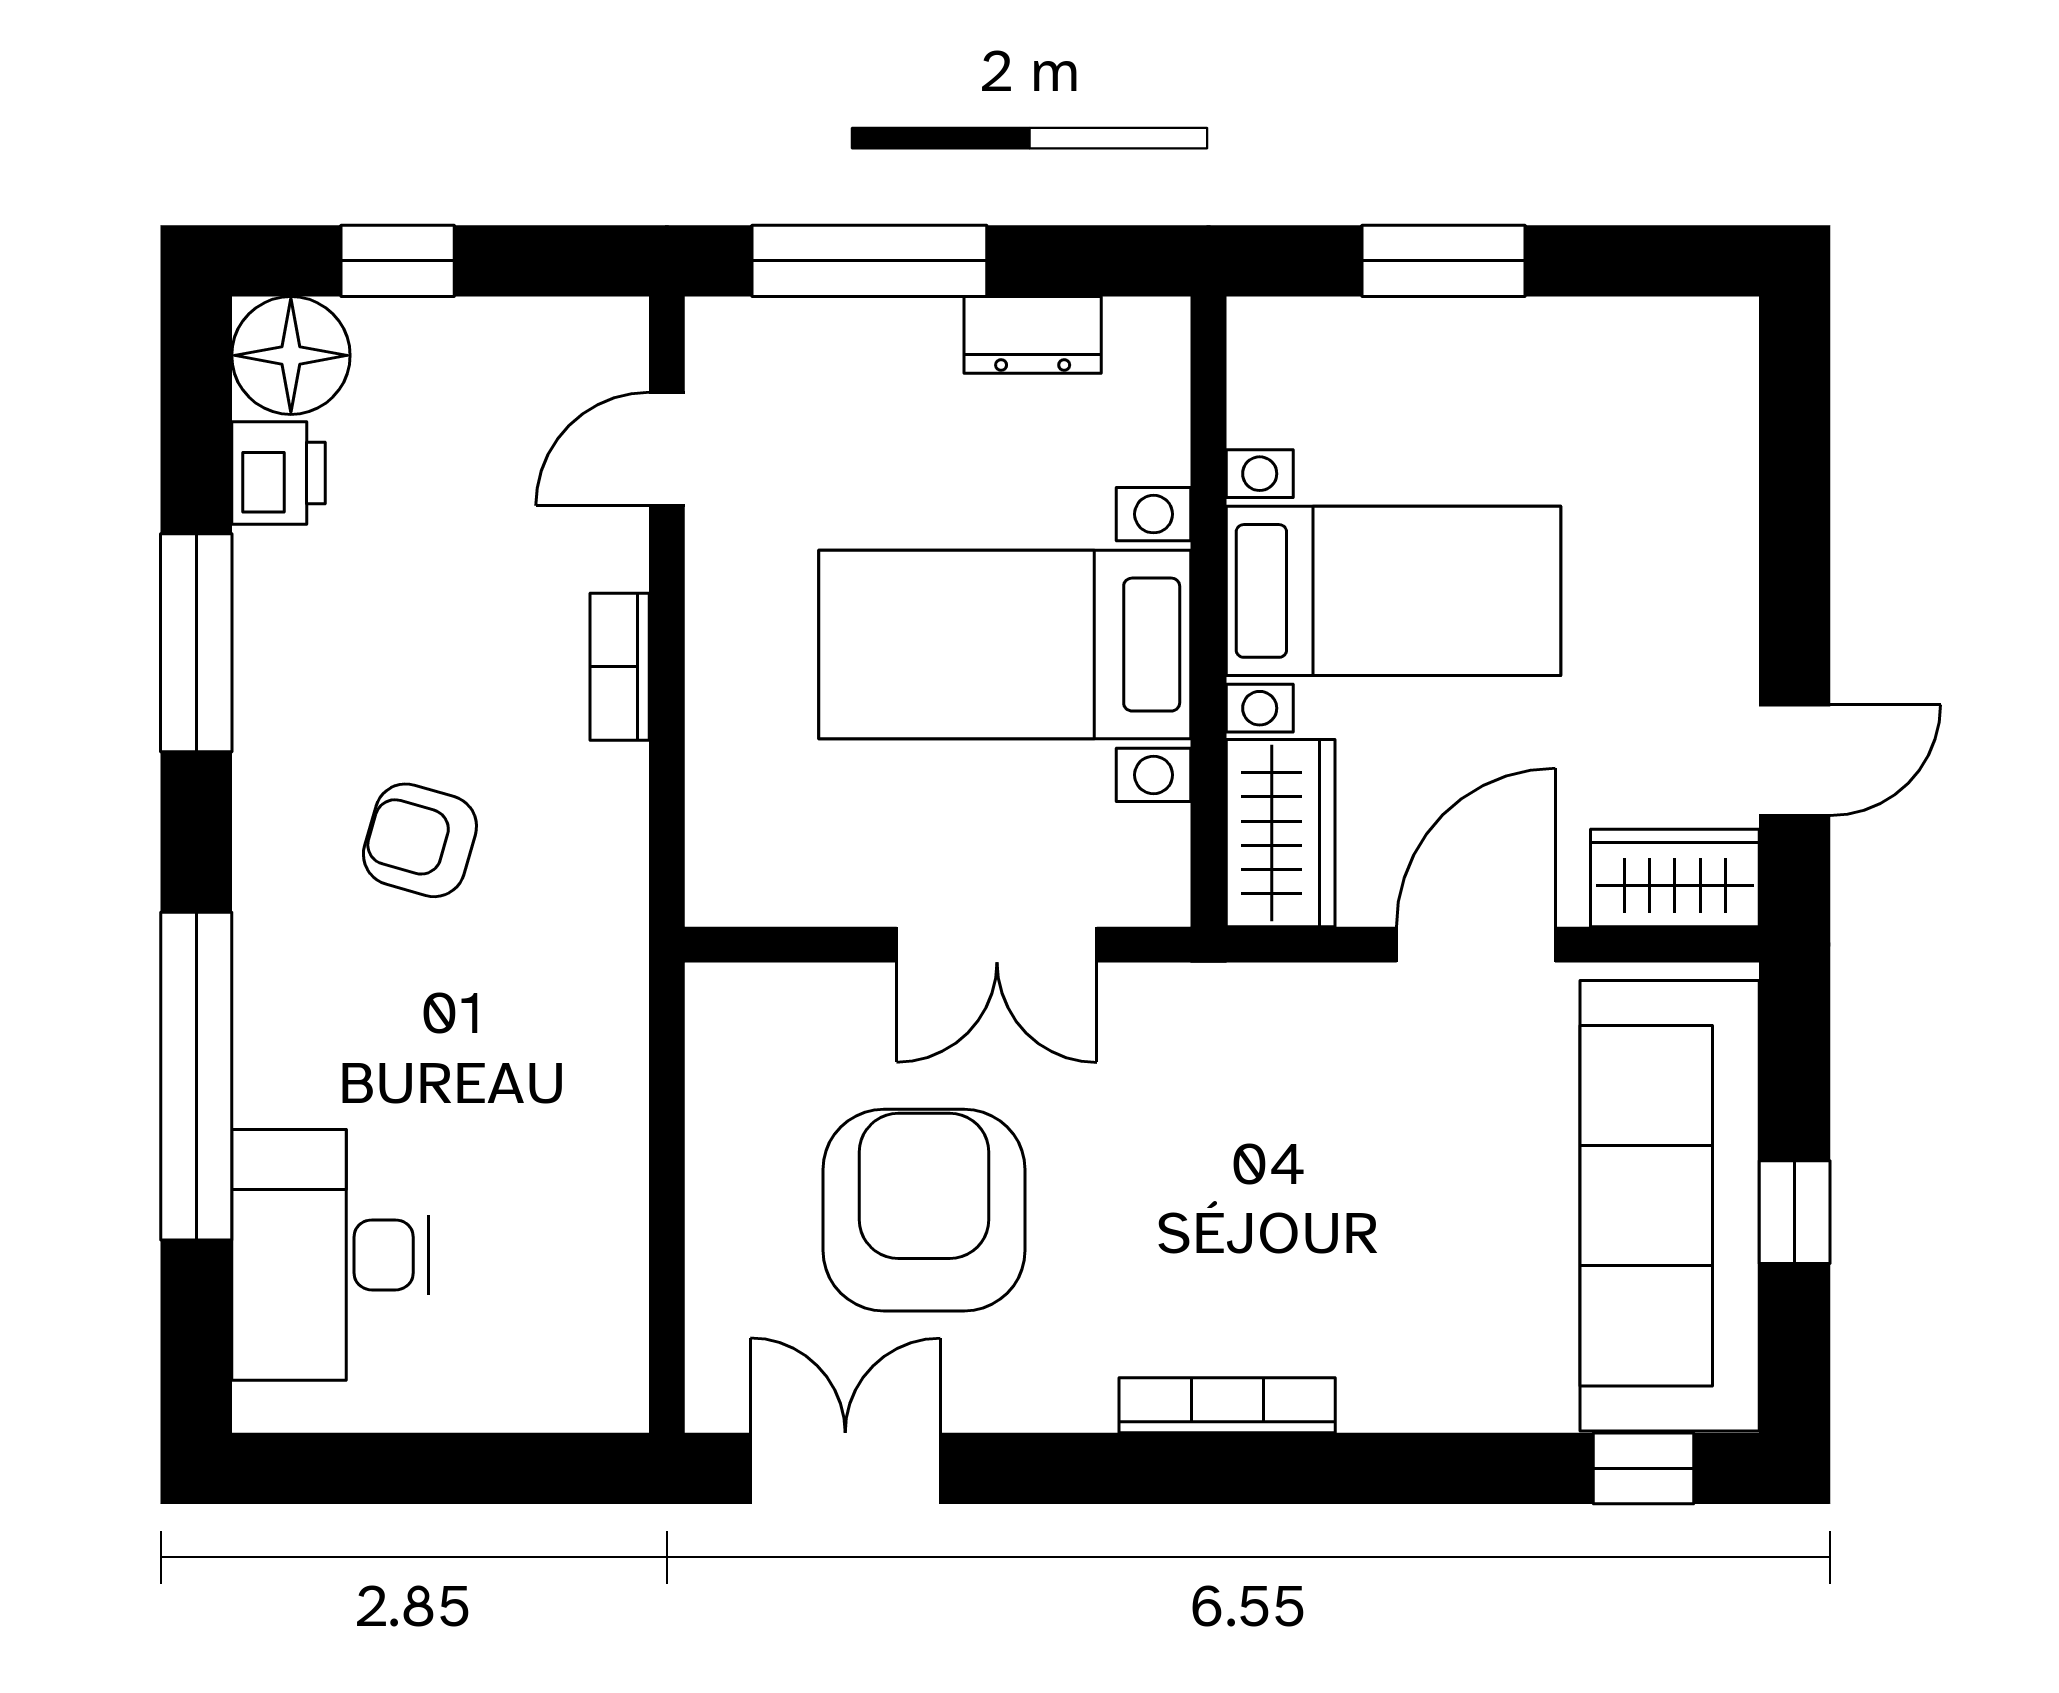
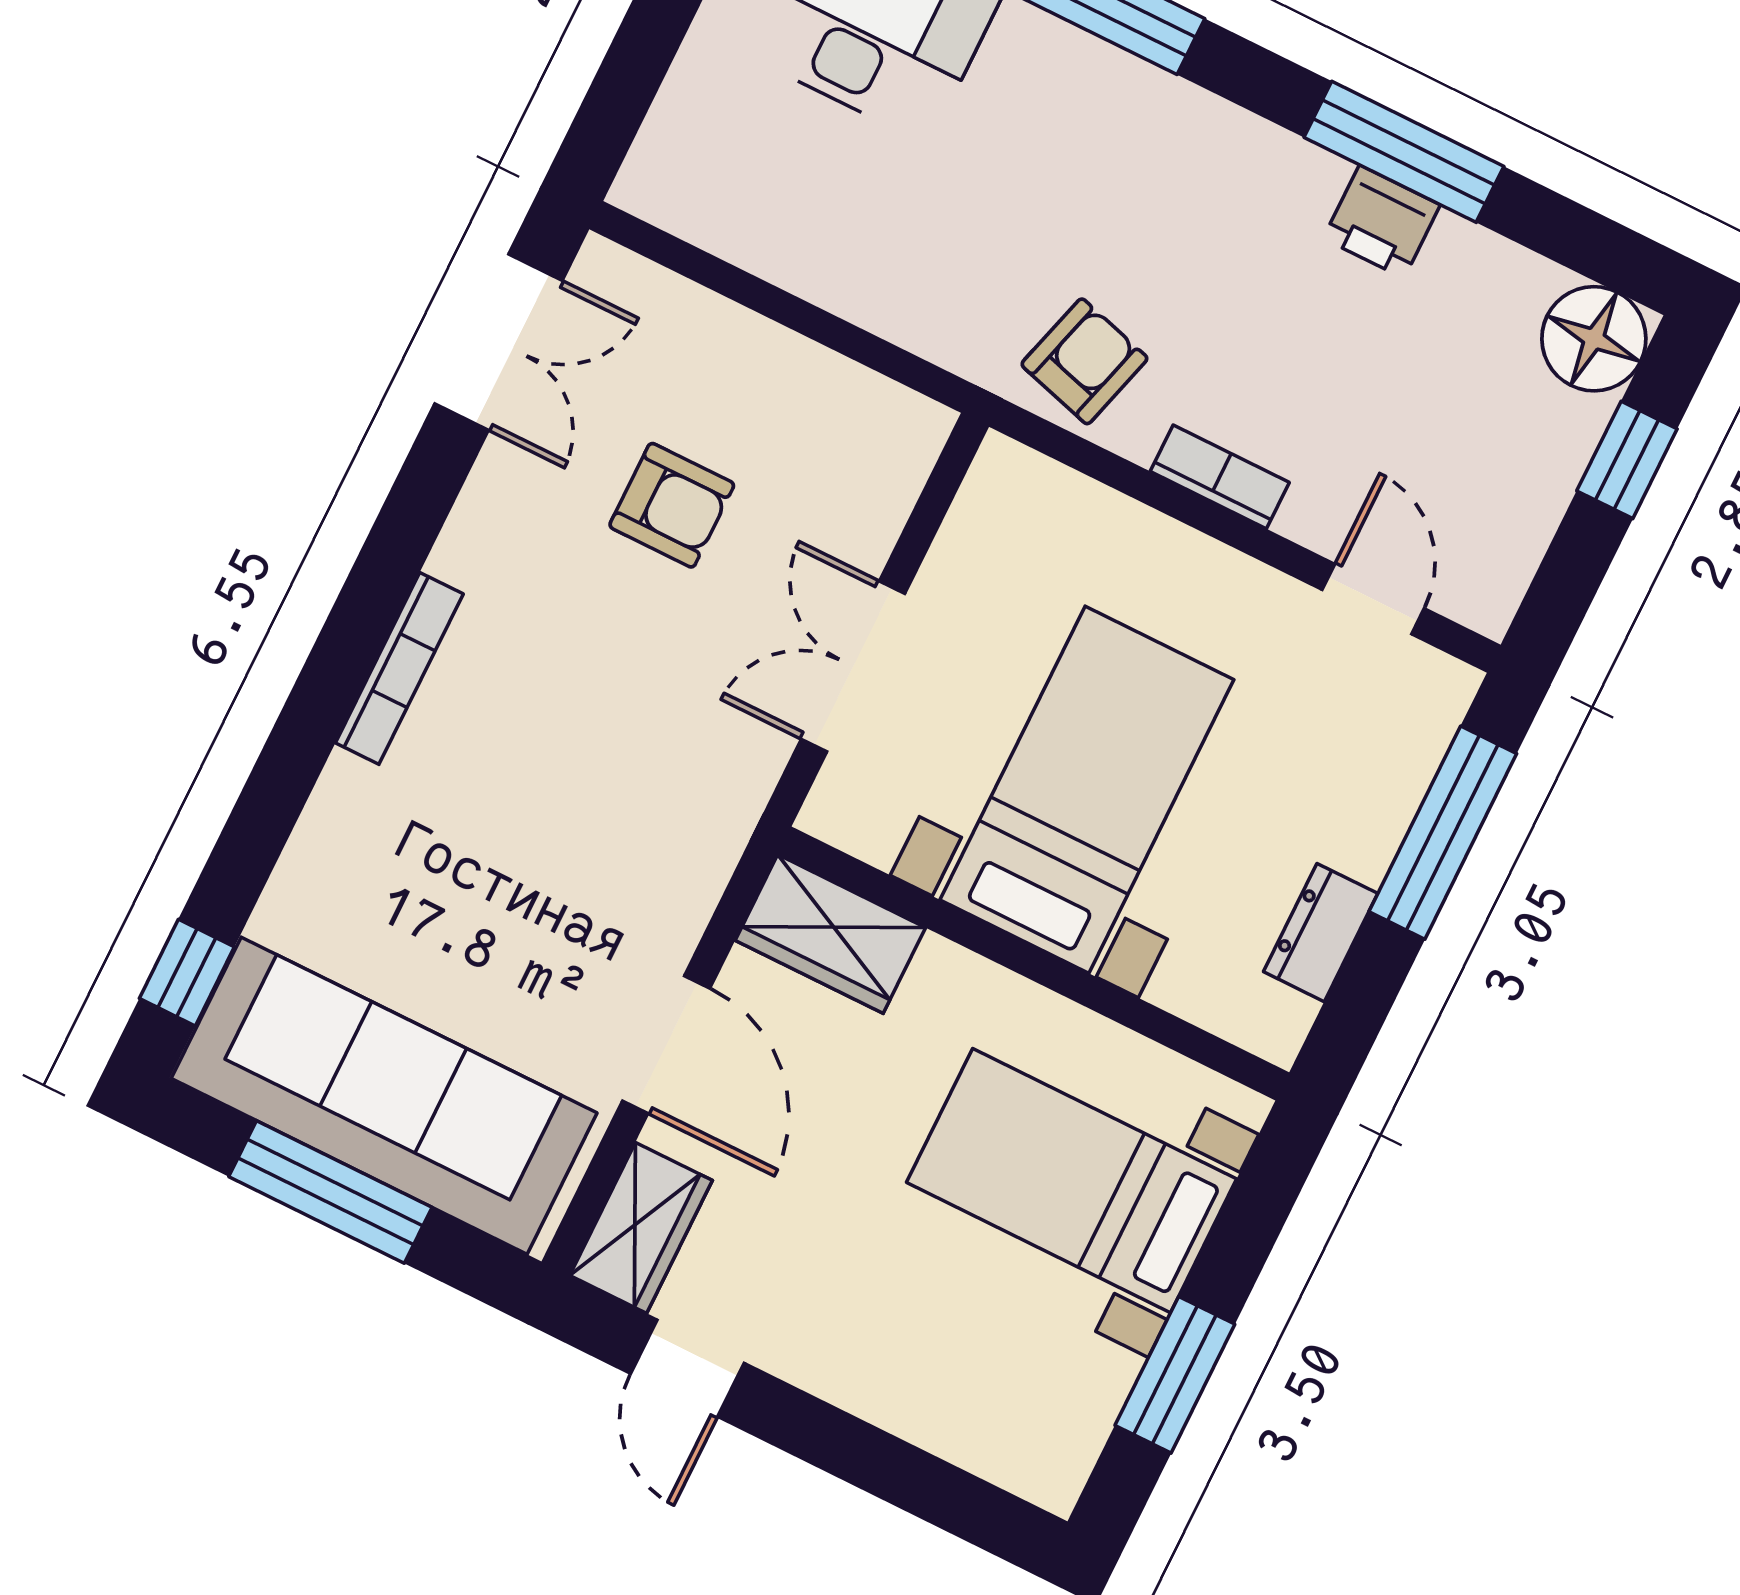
window: (1444, 261) -> (1175, 1375), moved
printer: (278, 473) -> (1382, 222), moved
bed with nightstands: (1393, 591) -> (1072, 1181), moved, turned 90
armchair: (420, 840) -> (1084, 361), moved
armchair: (924, 1210) -> (672, 505), width x0.53, depth x0.53
window: (1795, 1212) -> (330, 1192), width x2.17

